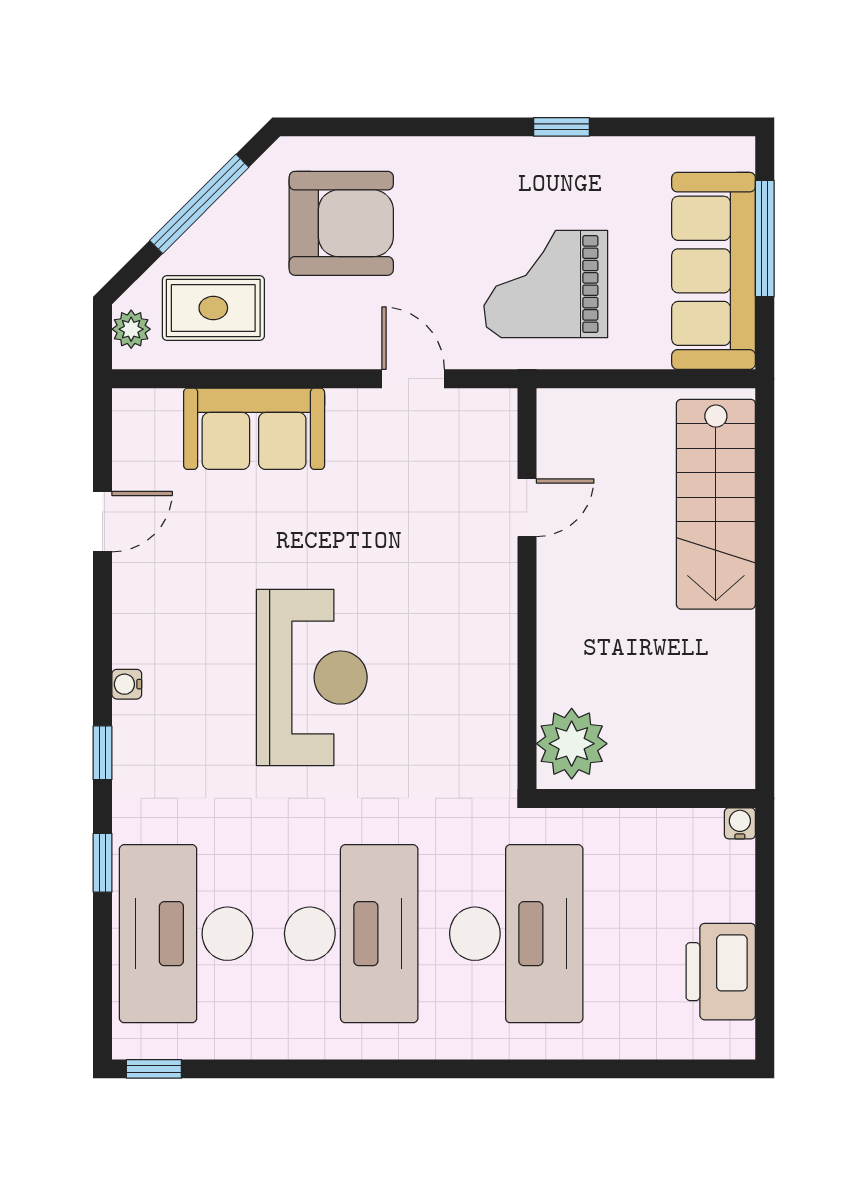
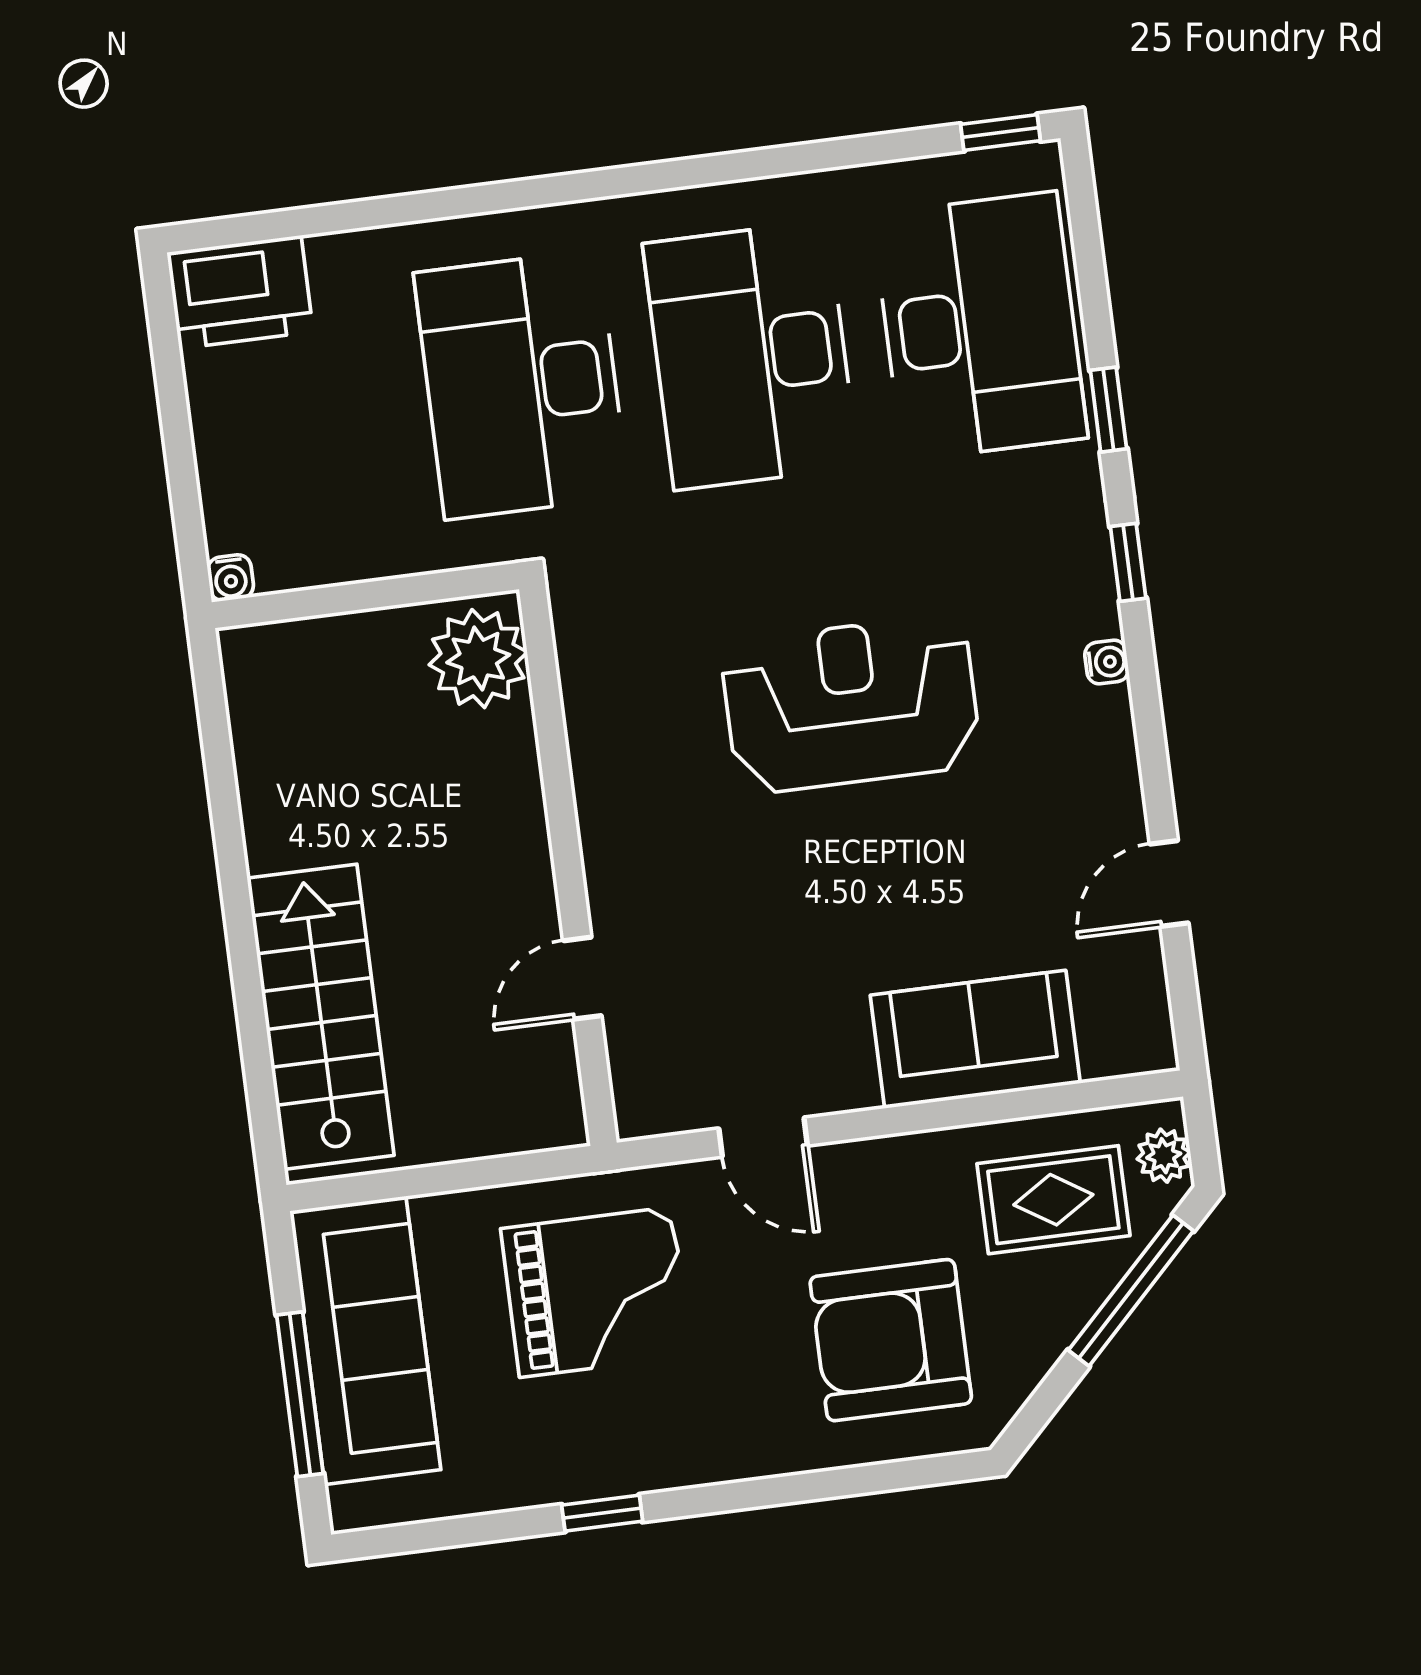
window: (199, 204) -> (1131, 1291), moved
reception desk: (312, 678) -> (851, 704), turned 90
printer: (721, 972) -> (240, 292), moved, turned 90

